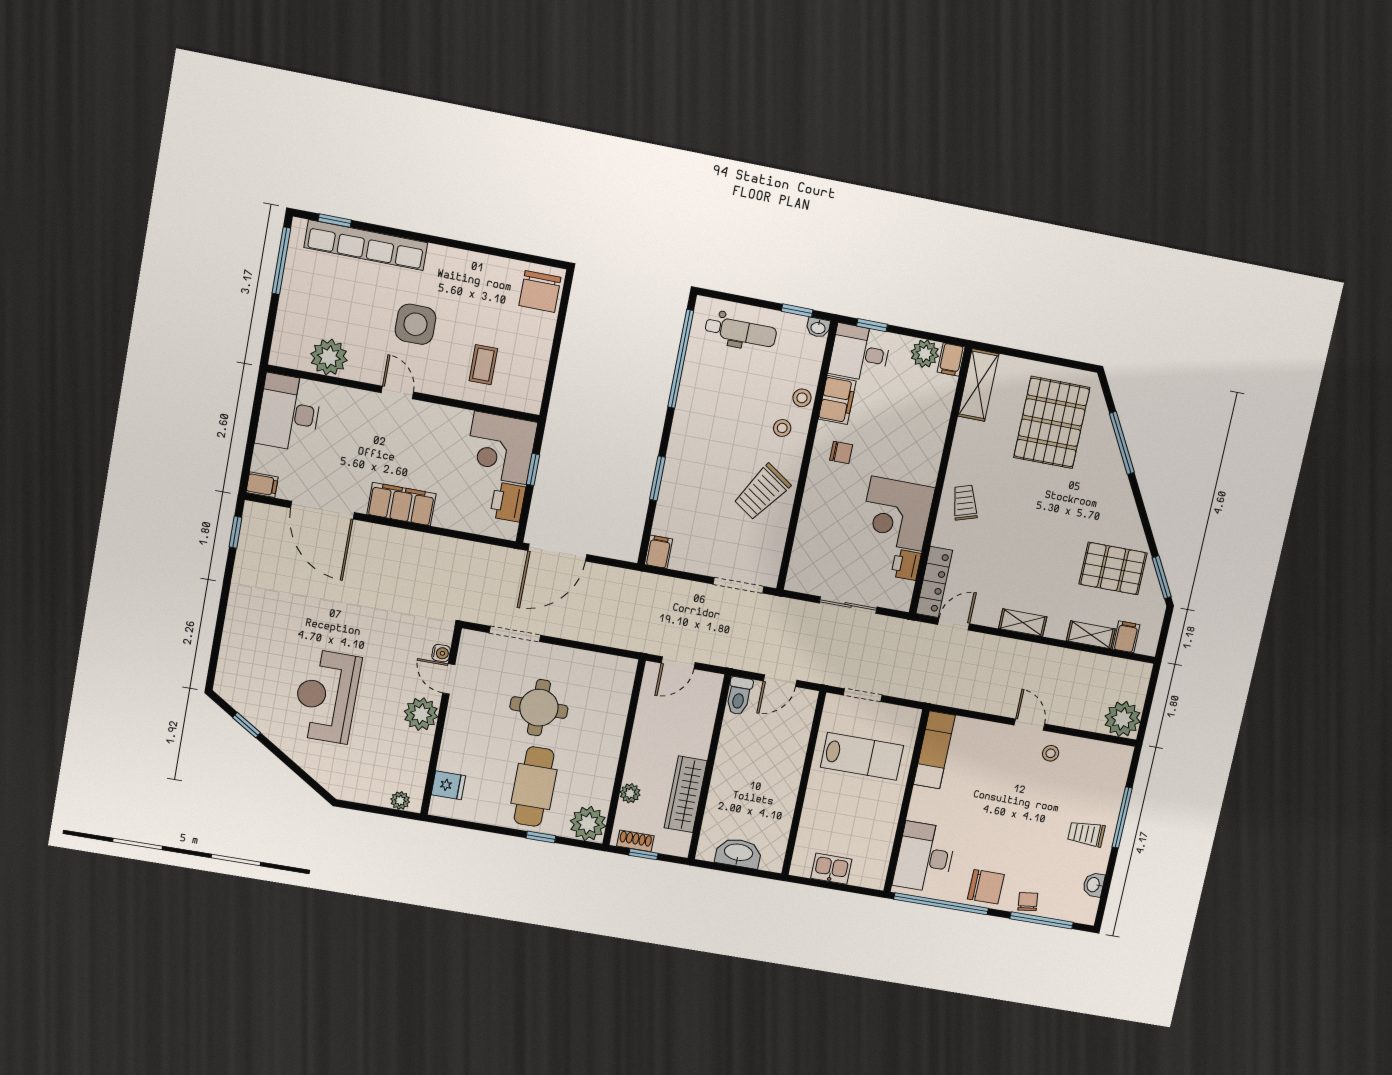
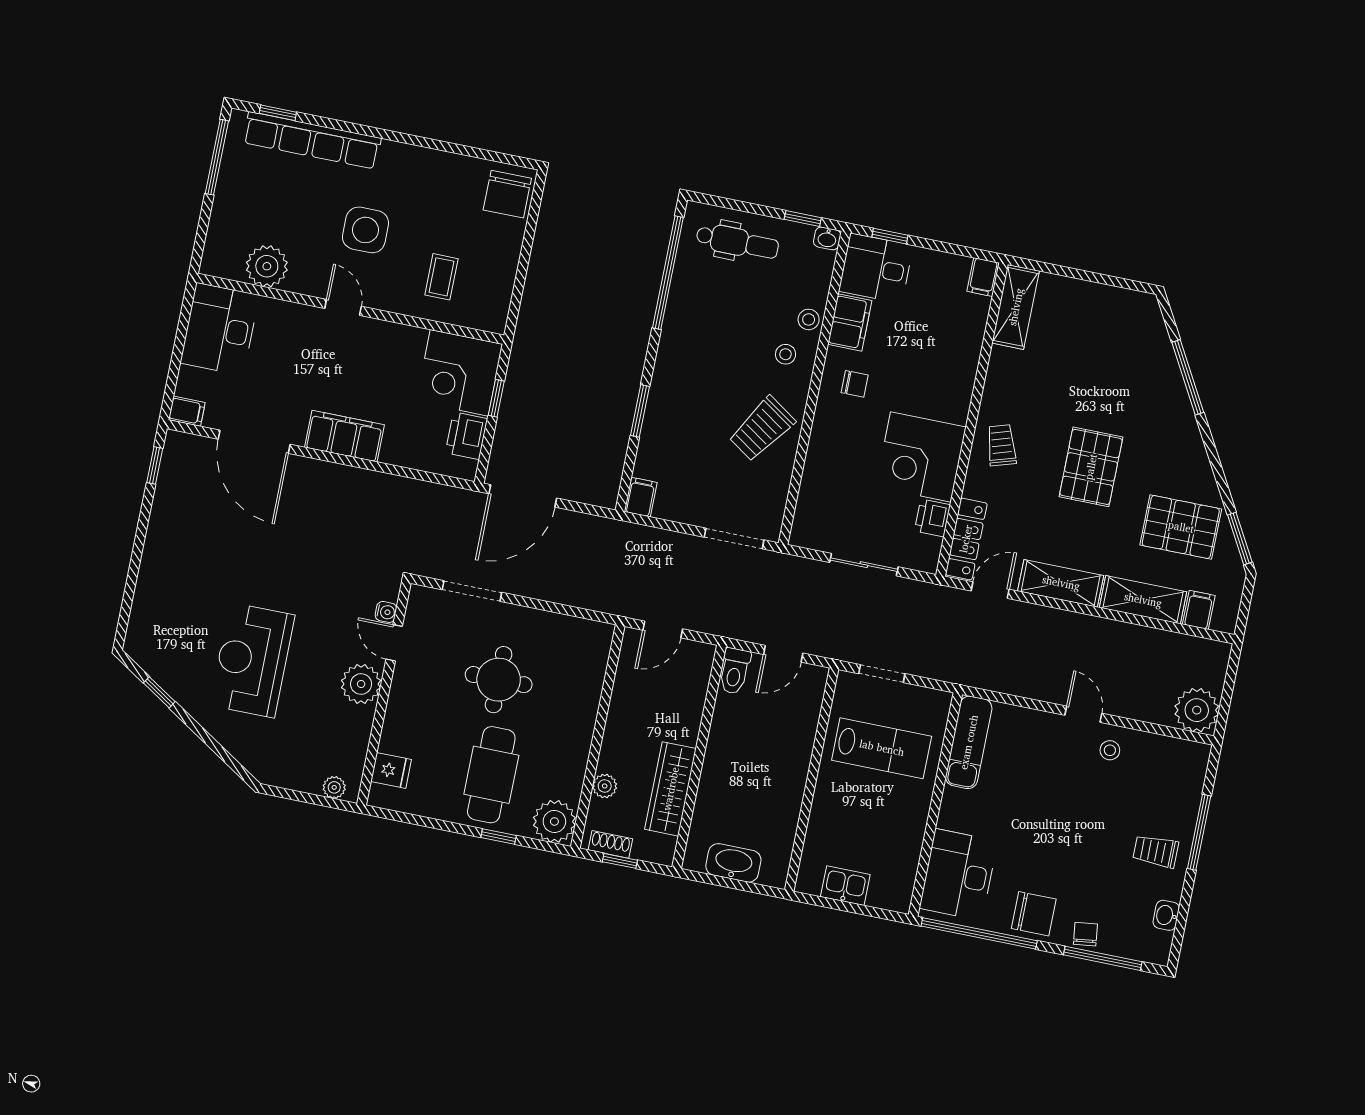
plant: (925, 354) -> (952, 270), removed
pallet: (1052, 423) -> (1091, 467), moved, width x0.73, depth x0.71
shelving: (1023, 623) -> (1061, 583), width x1.50, depth x1.33
shelving: (1091, 635) -> (1143, 600), width x1.50, depth x1.33

